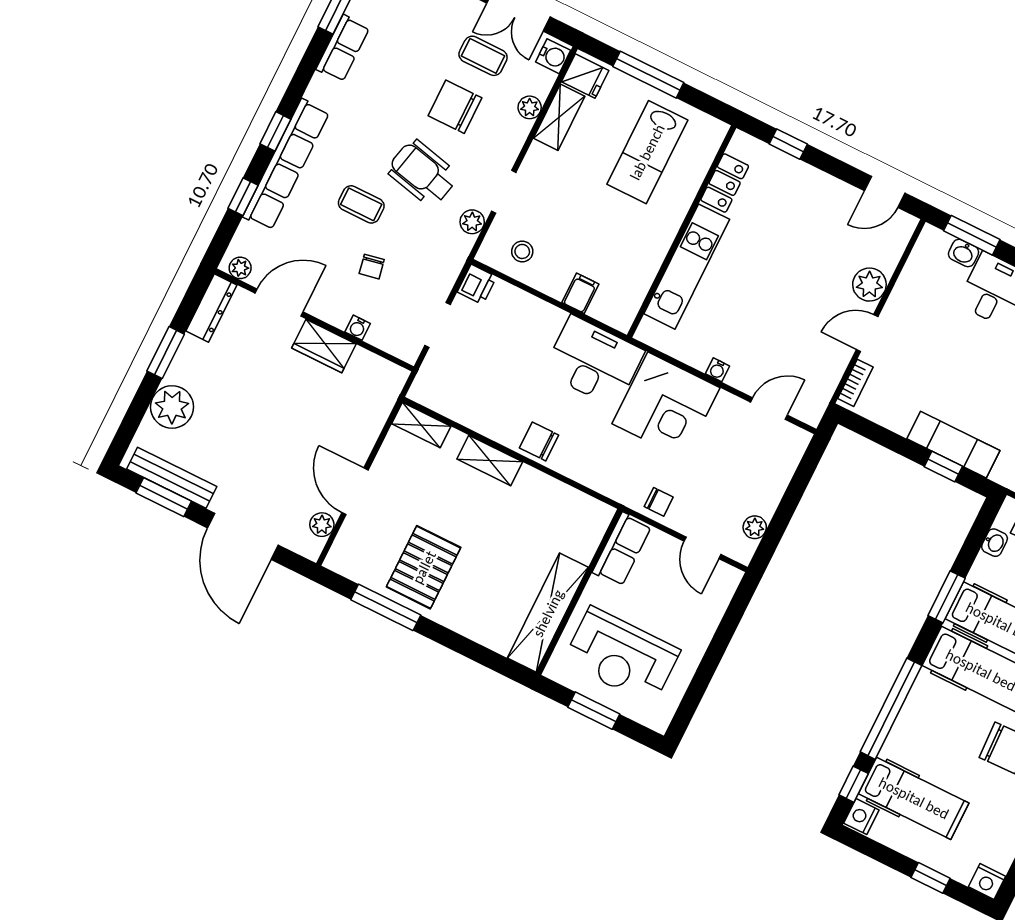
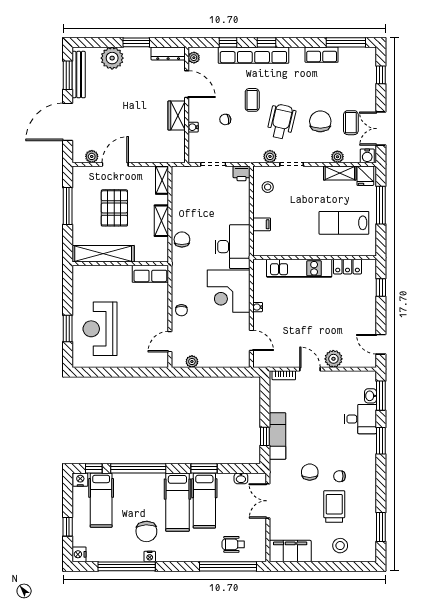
row of seats: (622, 549) -> (150, 274), moved
pallet: (424, 567) -> (114, 208), moved, turned 90
wall: (579, 592) -> (120, 264), moved
shelving: (548, 613) -> (103, 254), moved

